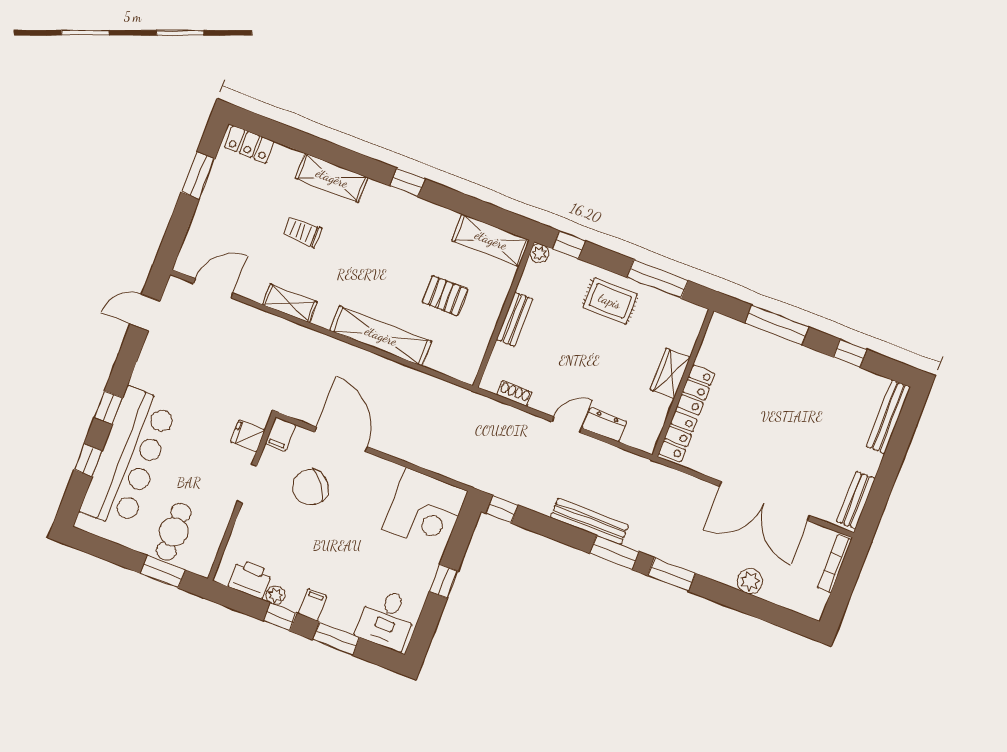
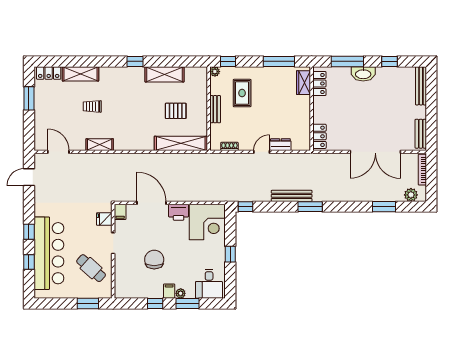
shelving: (332, 178) -> (81, 74), moved
shelving: (491, 240) -> (164, 74), moved
door: (213, 288) -> (58, 152), hinge flipped
rug: (610, 301) -> (242, 93), moved, turned 90
shelving: (381, 336) -> (181, 143), moved
washbasin: (796, 357) -> (363, 74), added
wardrobe: (670, 374) -> (303, 83), moved
locker: (696, 390) -> (319, 83), moved
chair: (310, 487) -> (154, 260), moved, turned 127
cafe table: (174, 532) -> (91, 268), moved, turned -48
window: (671, 575) -> (384, 207), moved
printer: (250, 579) -> (179, 212), moved, turned 180
plant: (750, 581) -> (411, 195), moved
plant: (275, 595) -> (181, 293), moved

